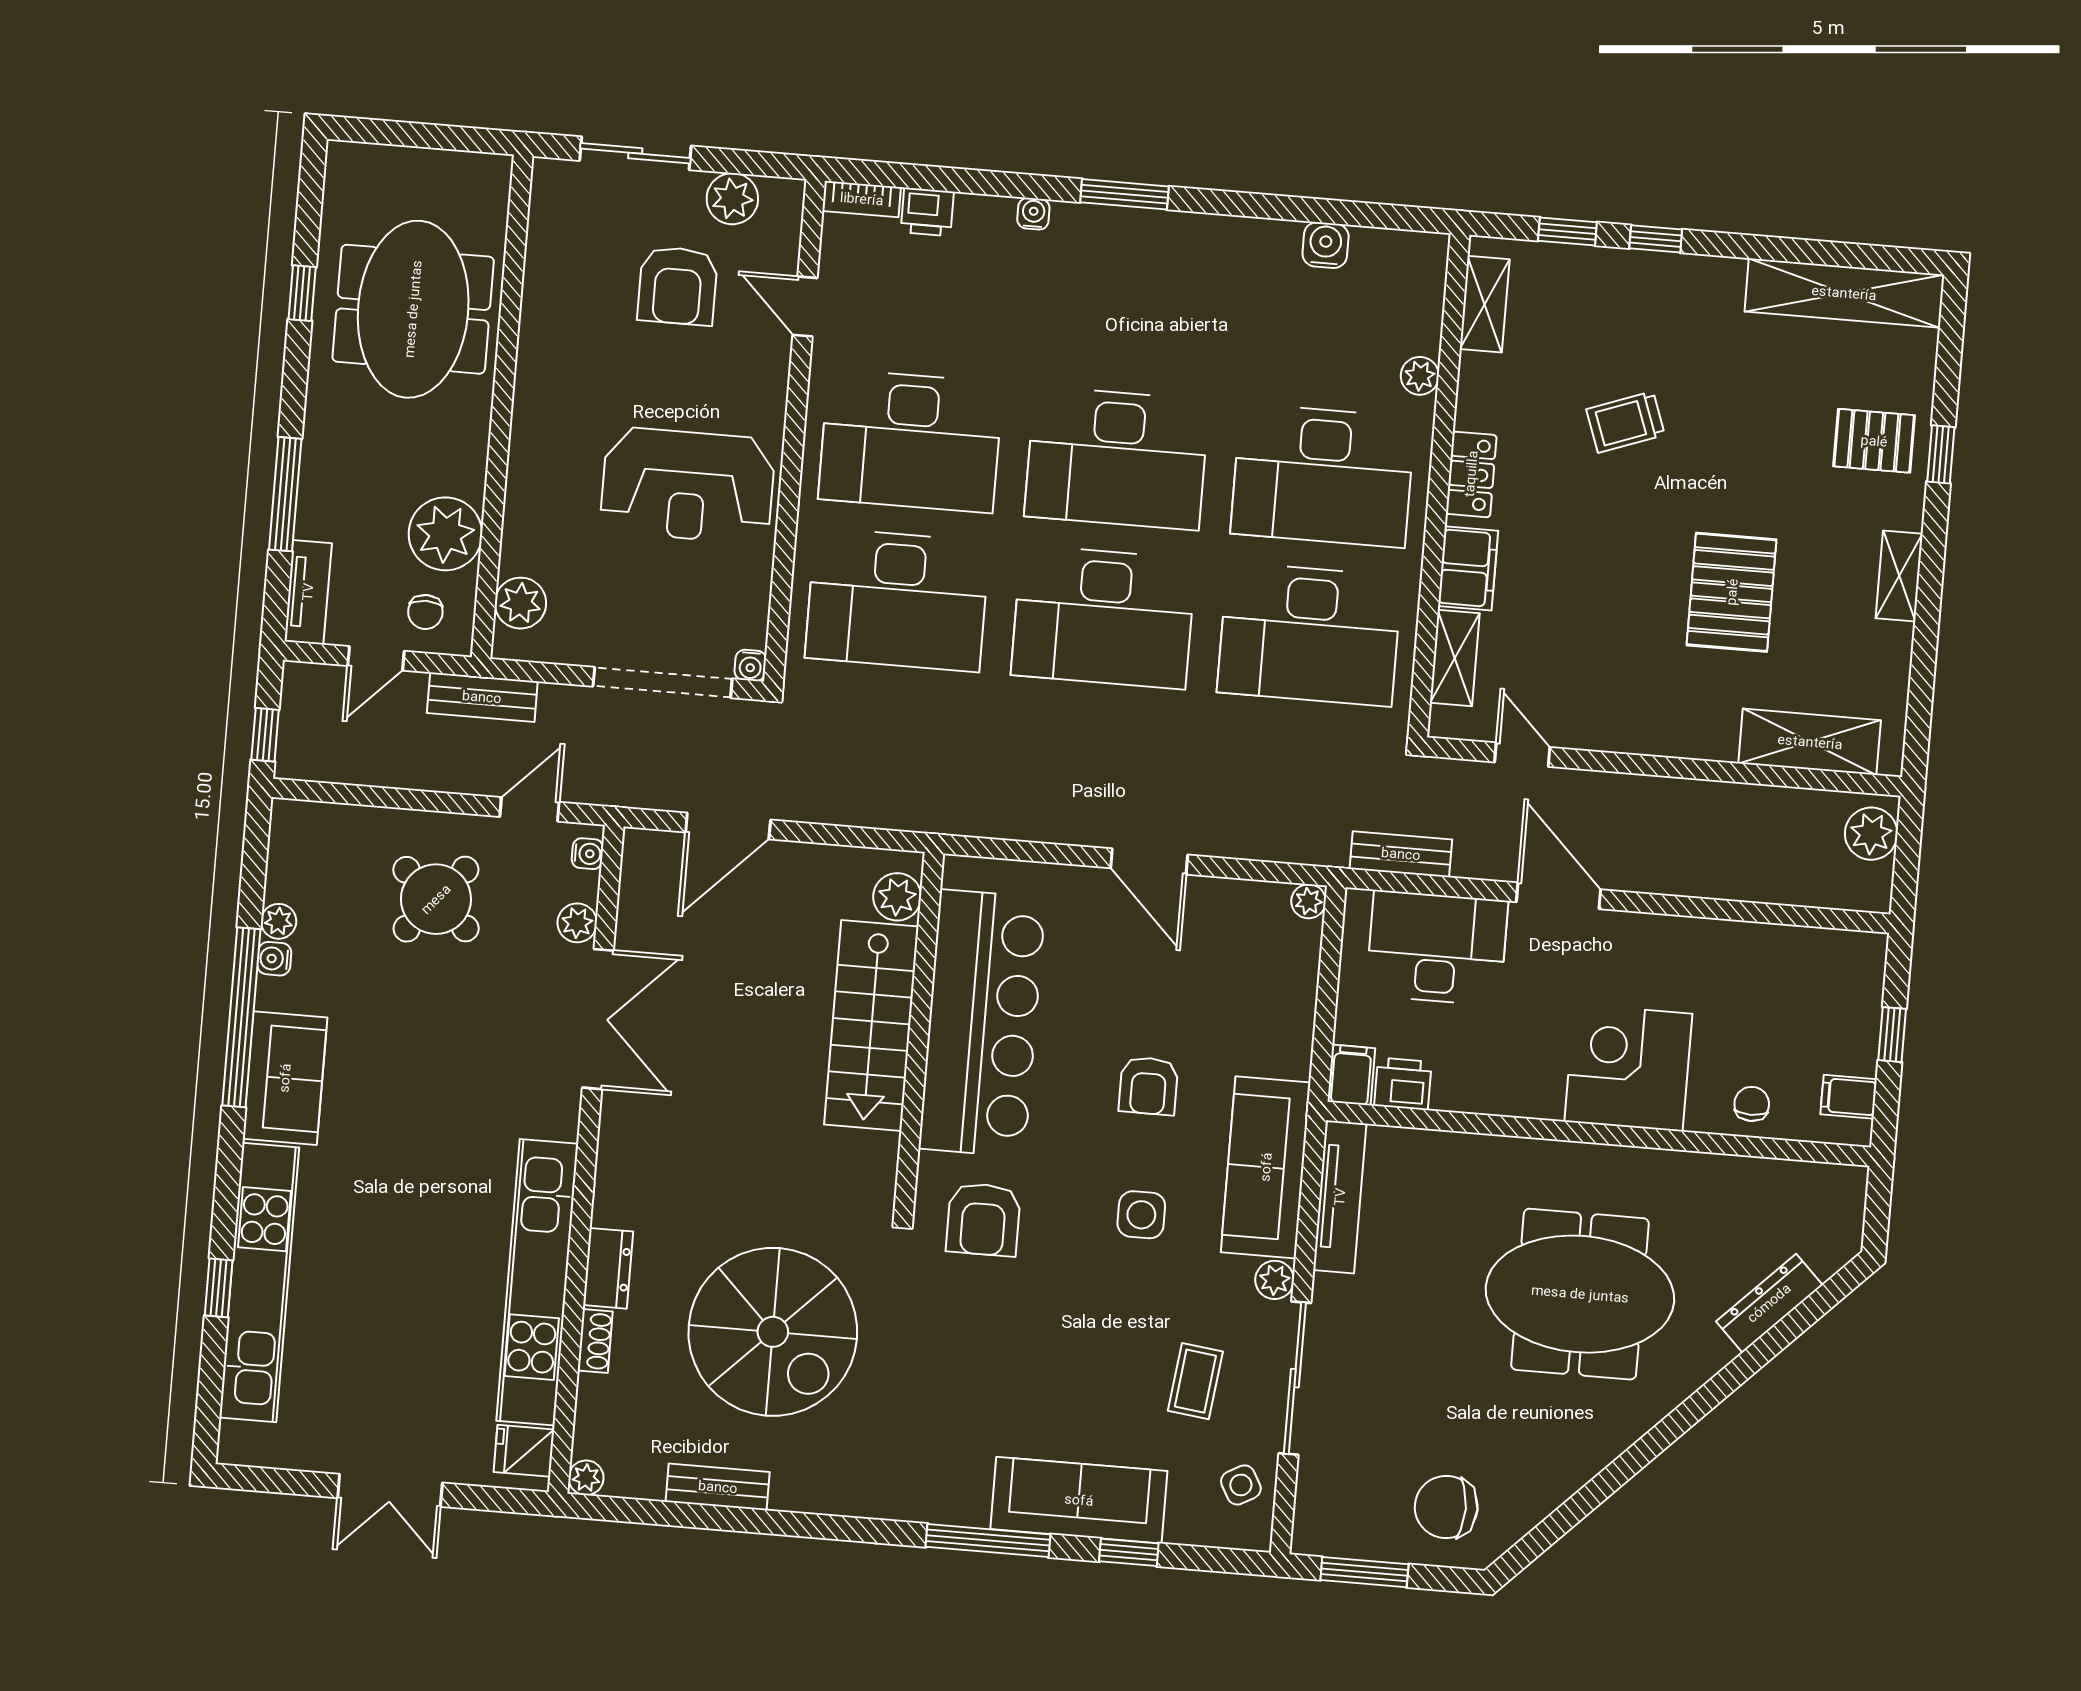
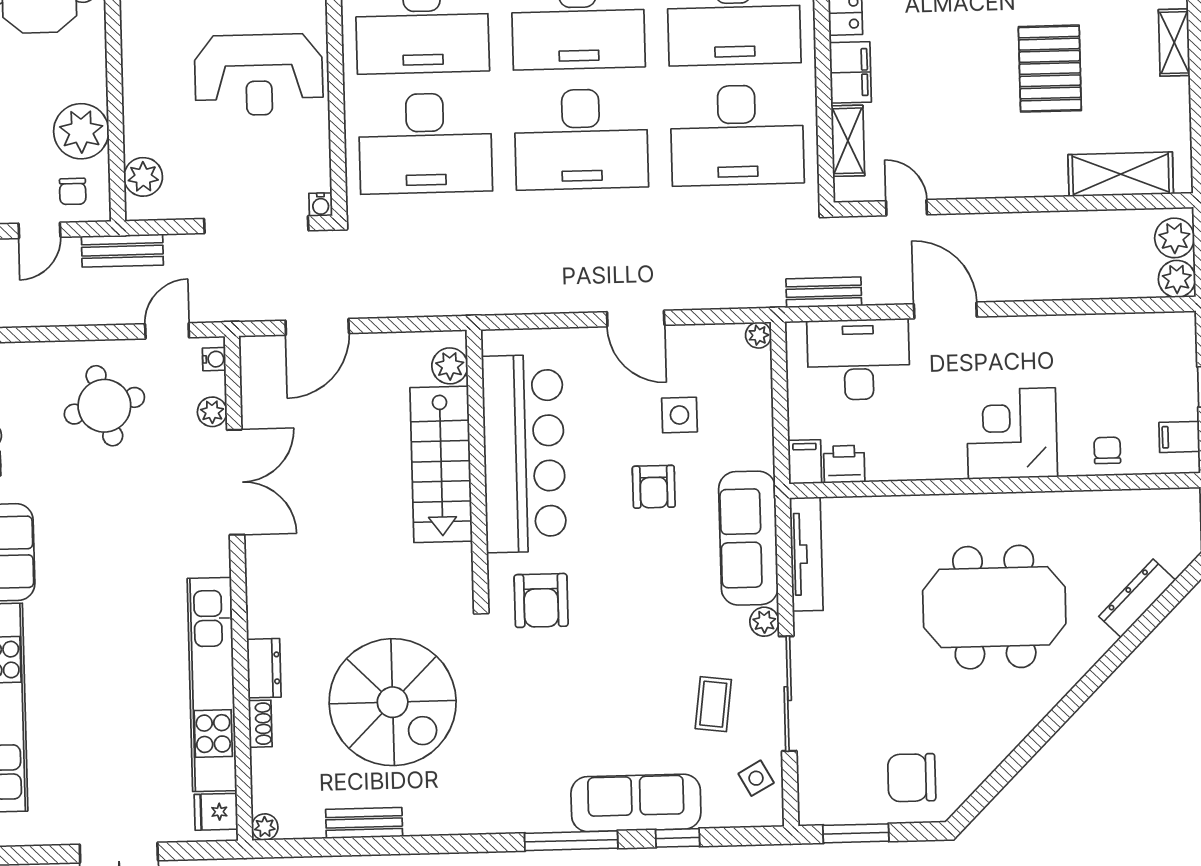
plant: (1868, 888) -> (1177, 279), added
round table: (436, 899) -> (104, 406), turned 36
side table: (1141, 1215) -> (679, 415), moved

